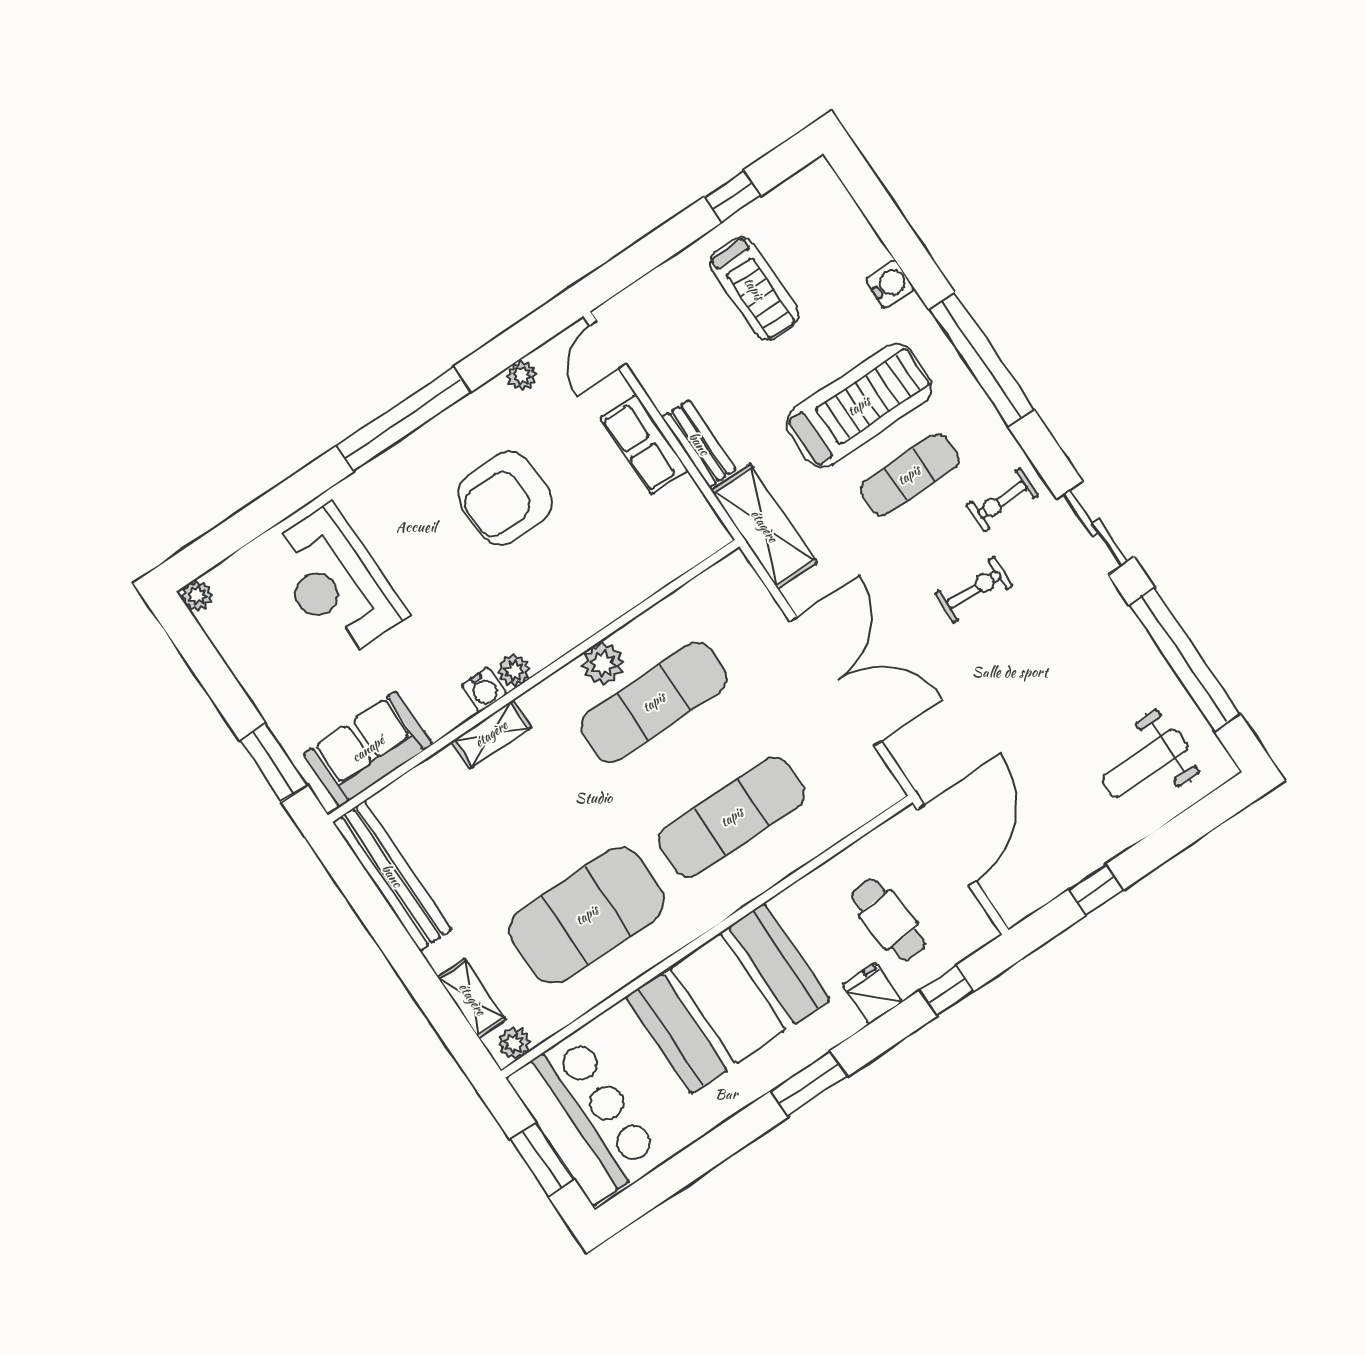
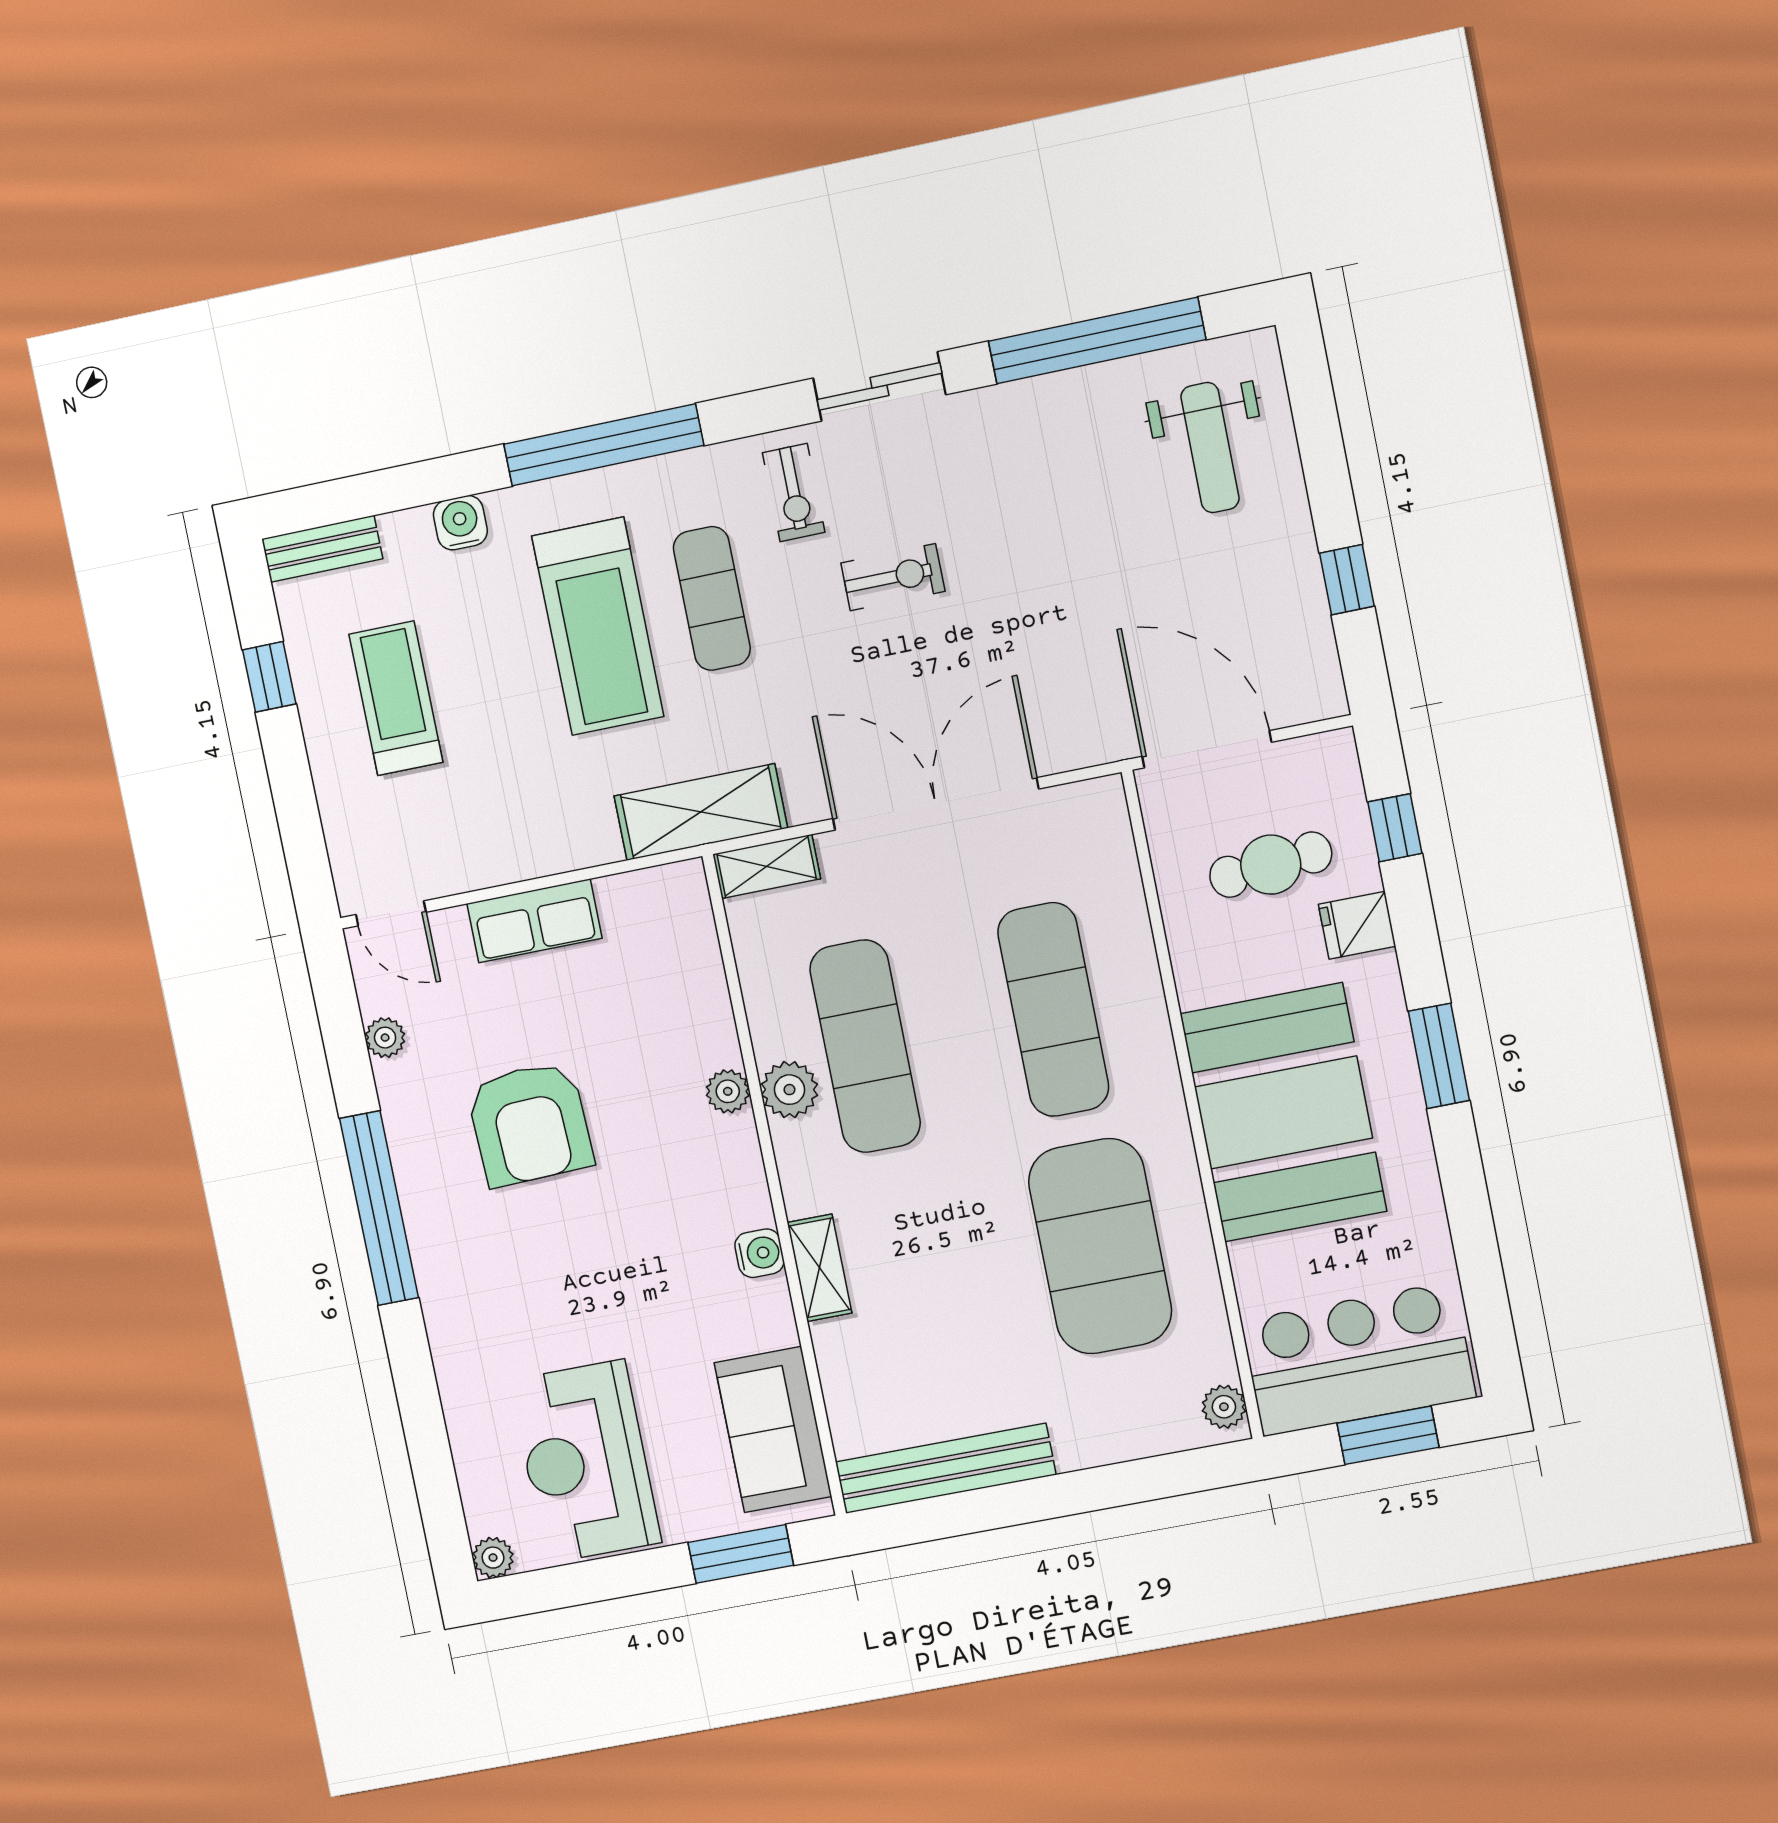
treadmill: (754, 289) -> (396, 698), turned -90
treadmill: (859, 406) -> (598, 626), turned 180
bench: (699, 444) -> (322, 549), moved
reception desk: (335, 581) -> (586, 1461), moved, turned 90
exercise bike: (974, 590) -> (893, 577), turned 88
plant: (514, 670) -> (728, 1091), moved
shelving: (472, 999) -> (767, 866), moved

